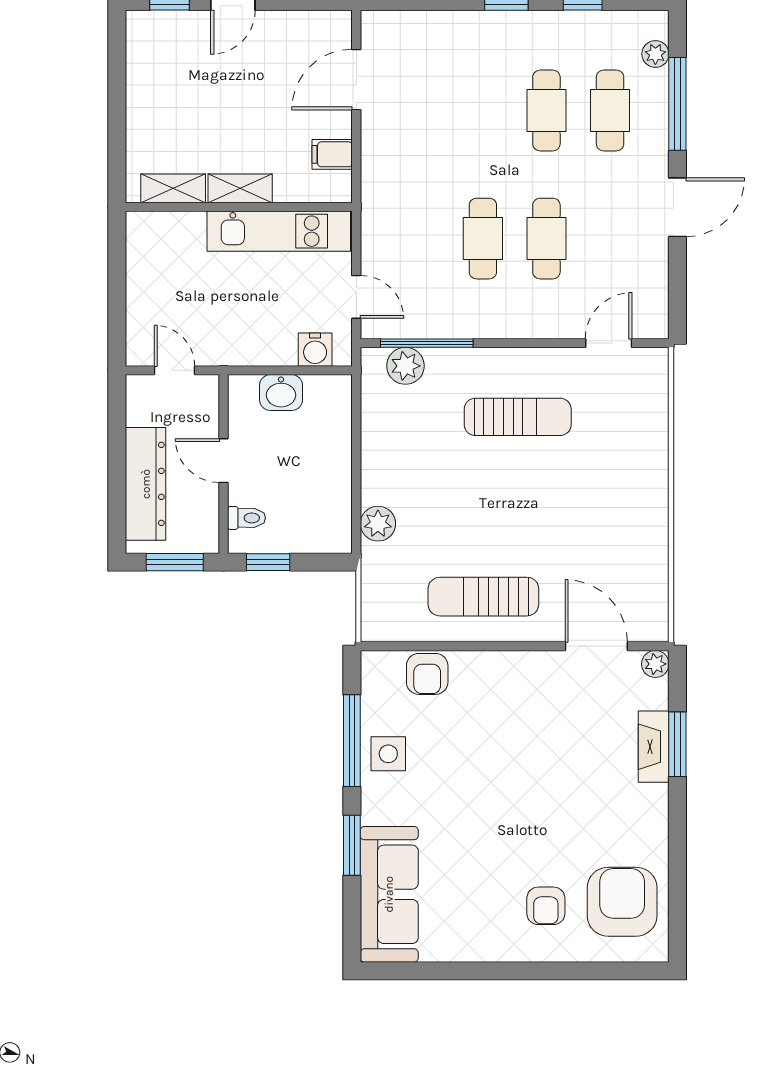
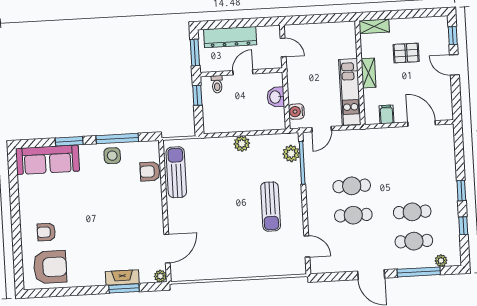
pallet: (201, 105) -> (406, 53), added
shelving: (173, 188) -> (374, 26), moved, turned 90
door: (175, 370) -> (283, 47), hinge flipped
plant: (378, 524) -> (242, 144), moved
sun lounger: (483, 597) -> (176, 172), moved

